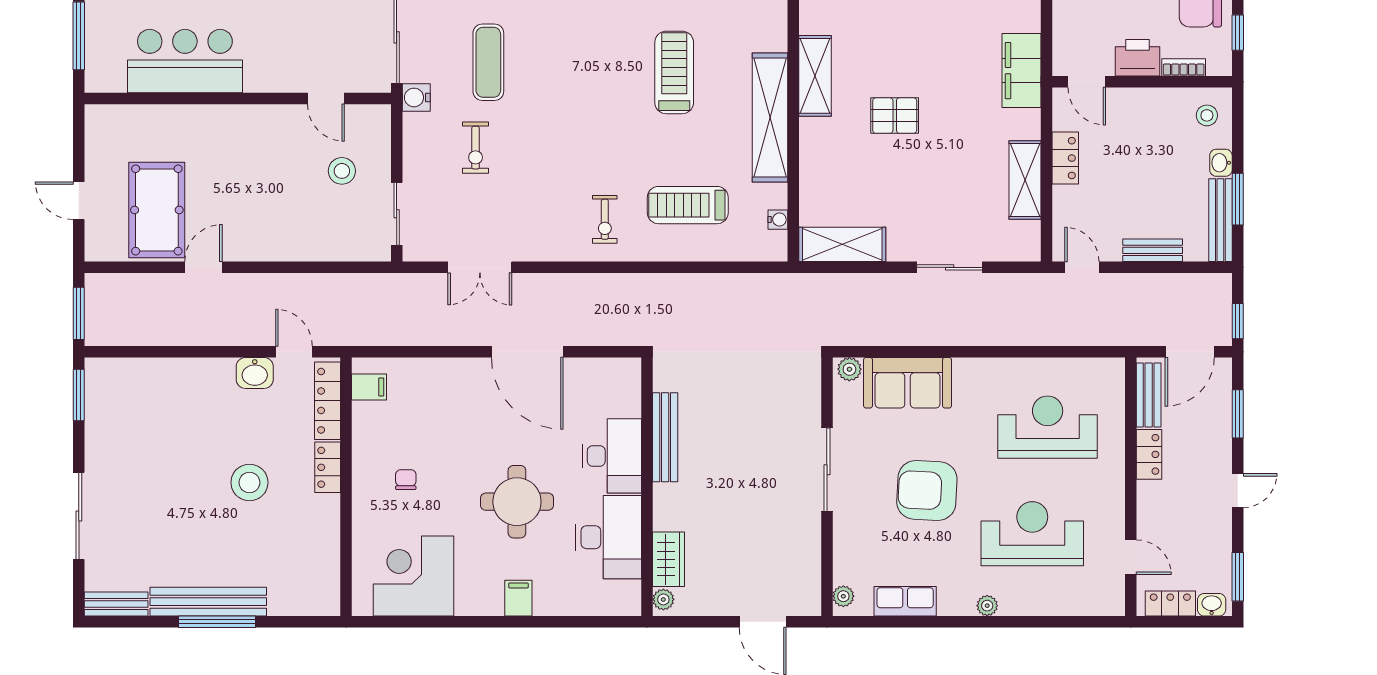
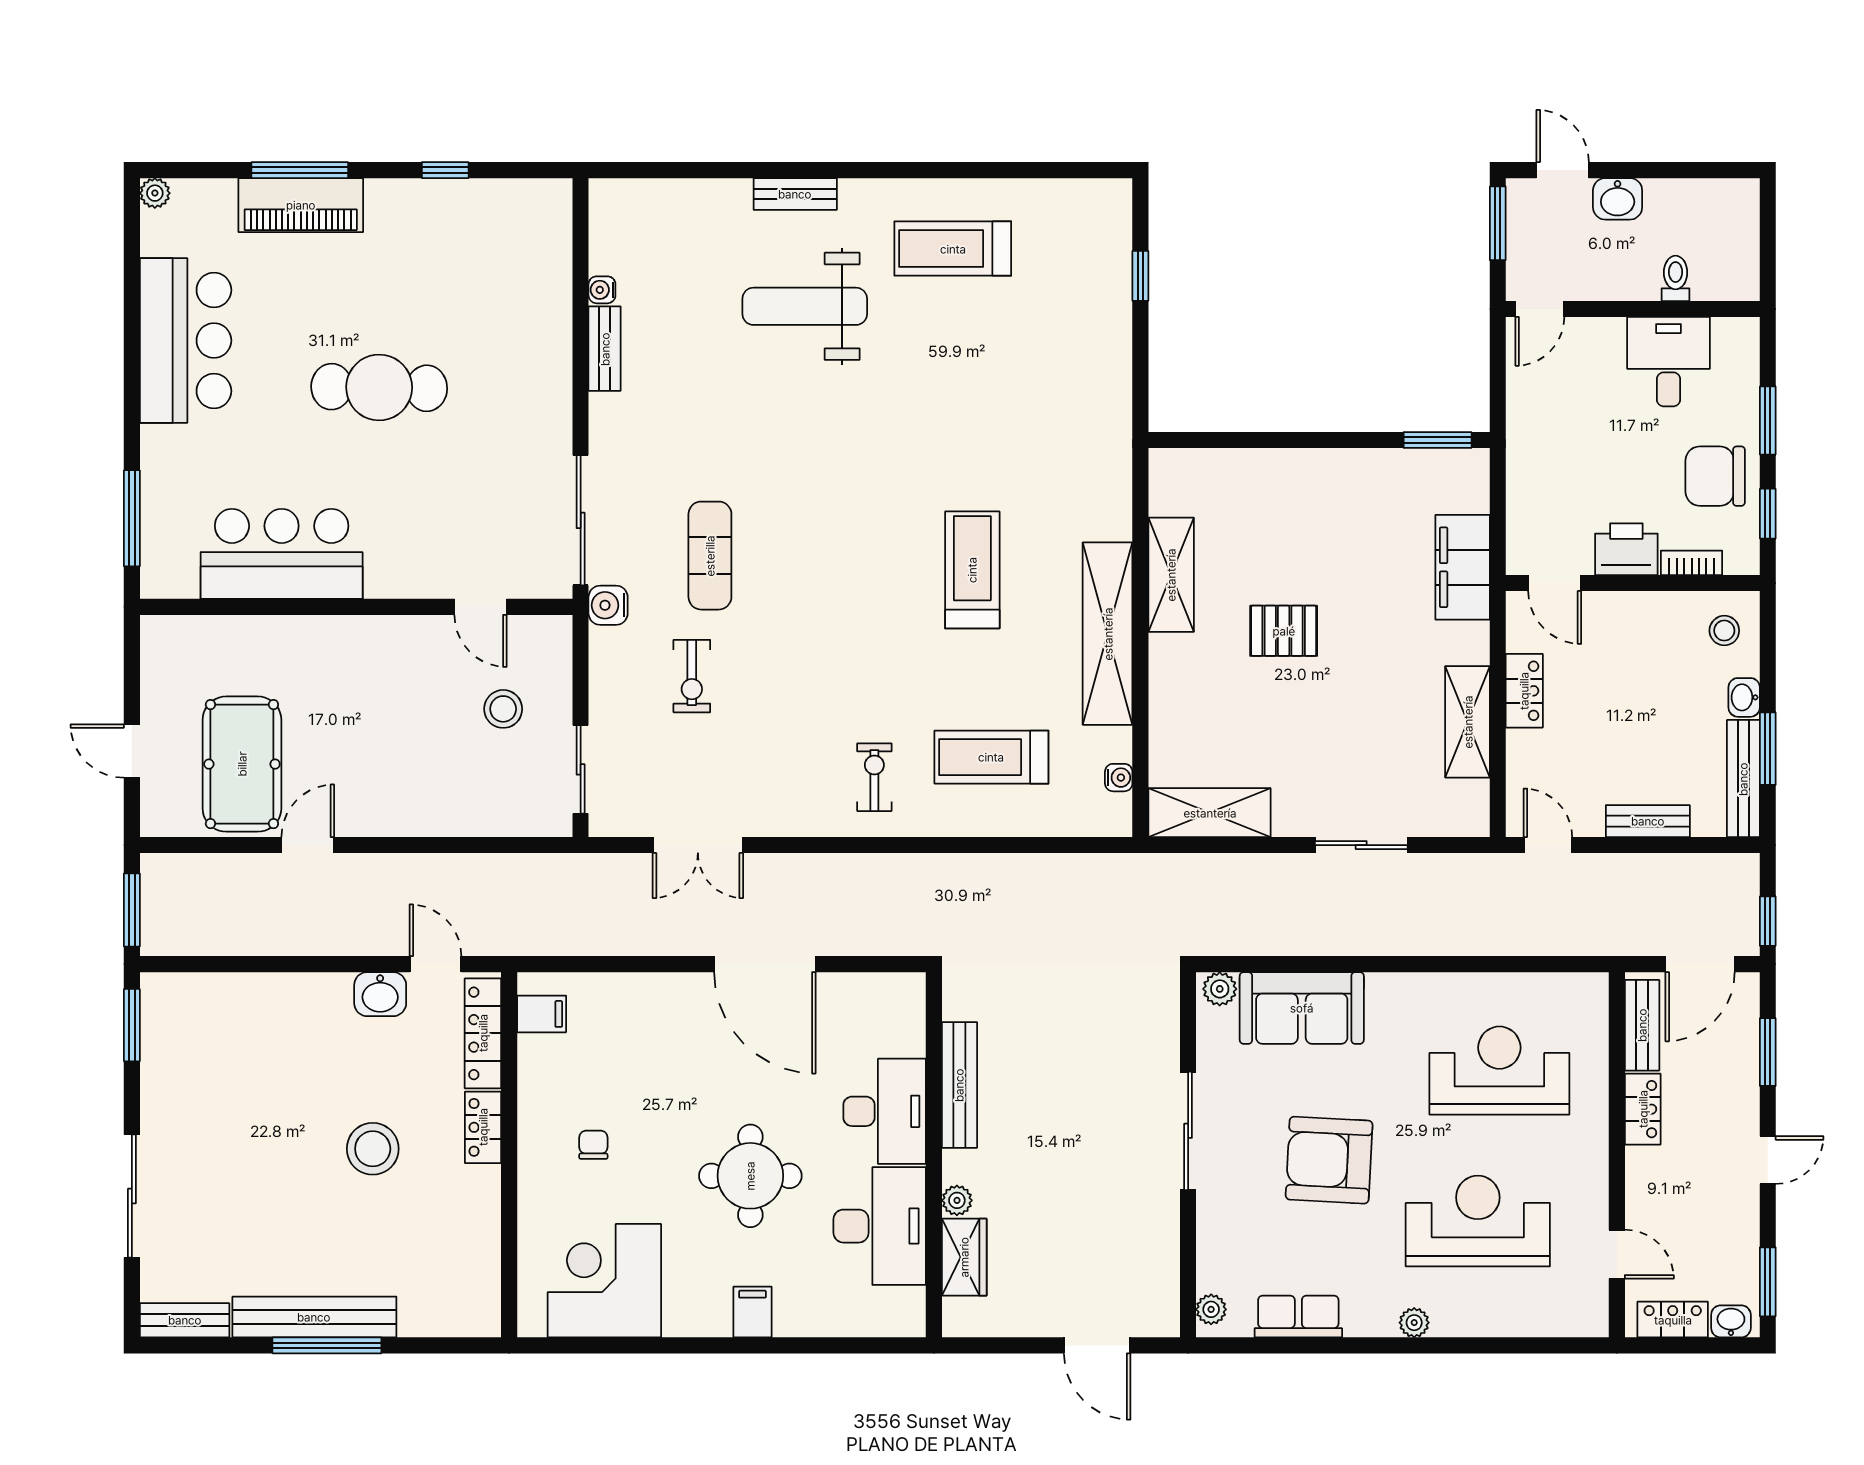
exercise bike: (605, 219) -> (874, 777), turned 180
plant: (663, 599) -> (957, 1200), moved

